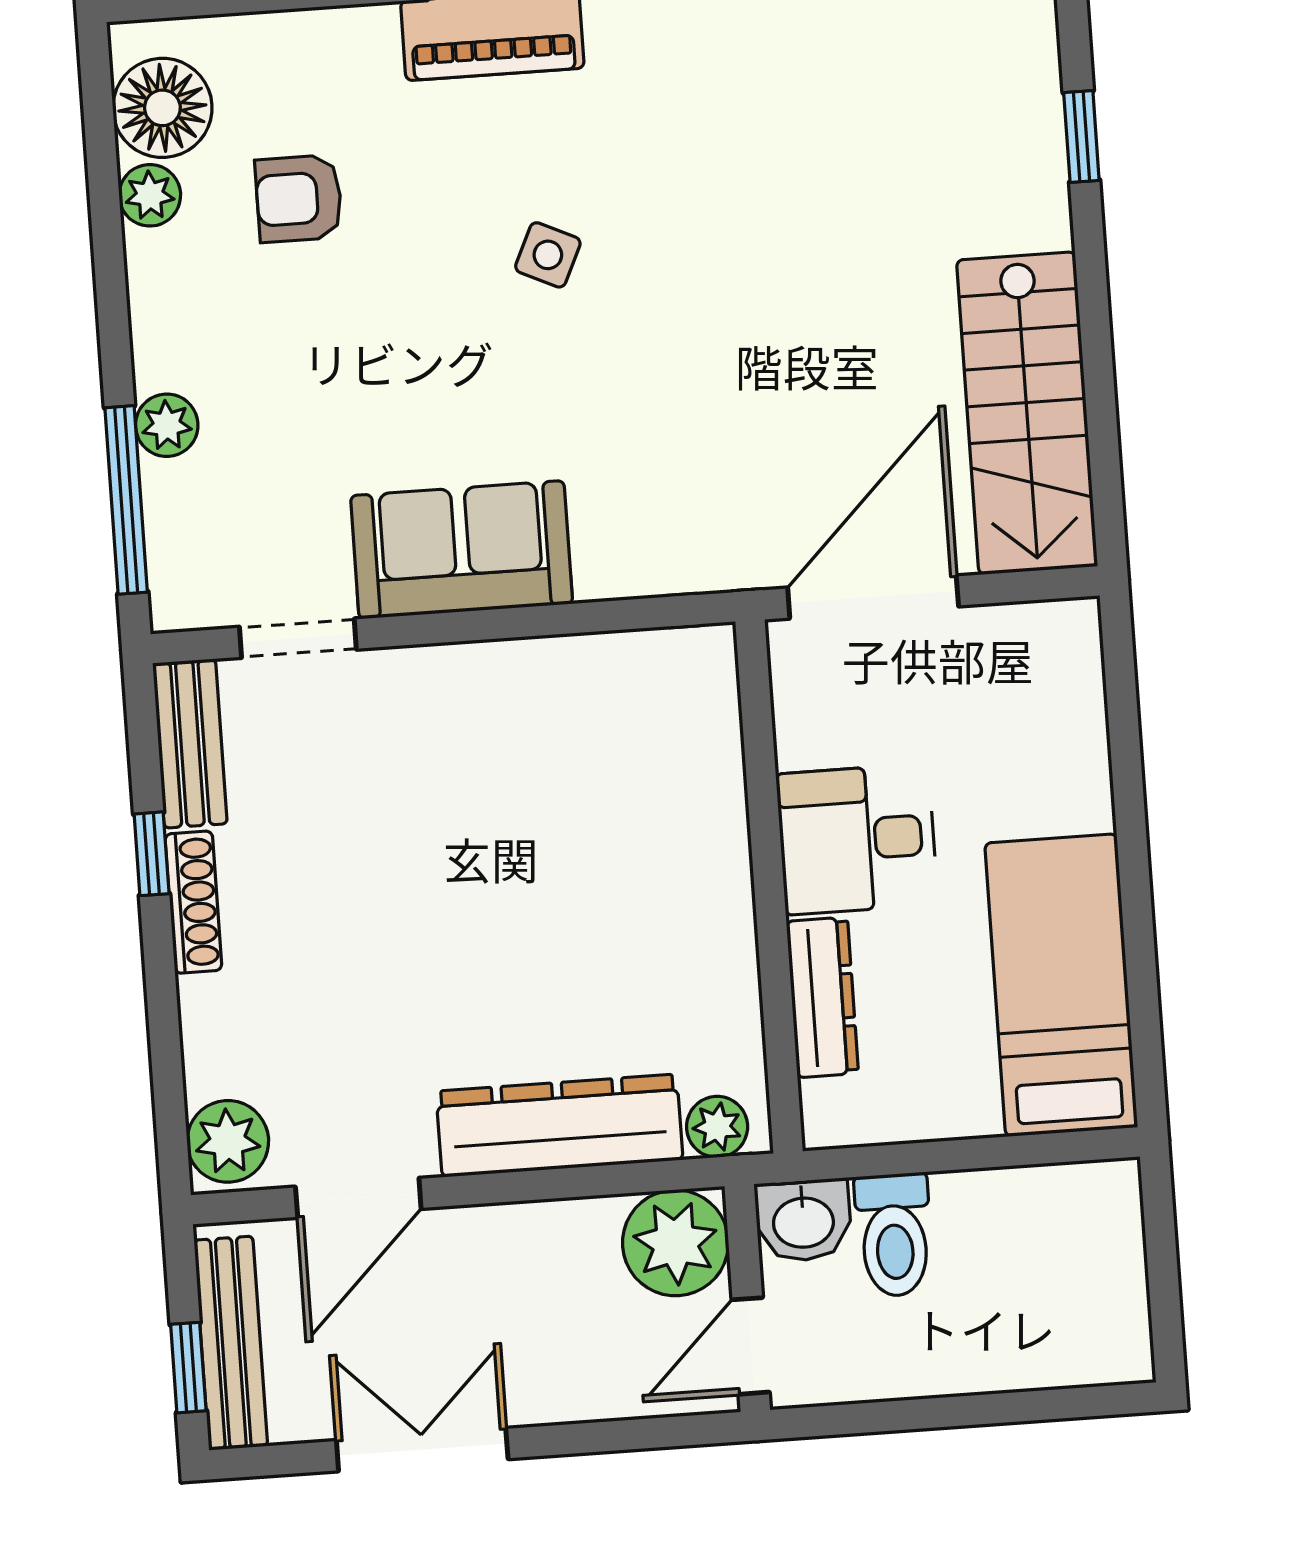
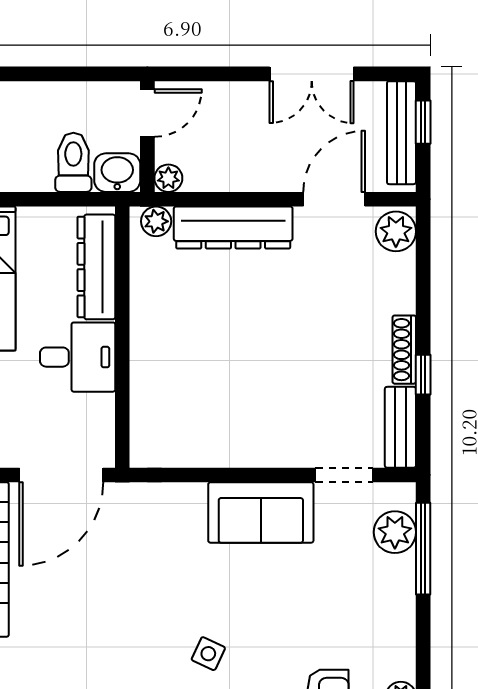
plant: (167, 425) -> (395, 532), moved, width x1.38, depth x1.38
dresser: (822, 997) -> (96, 267), width x1.37, depth x1.24
plant: (676, 1243) -> (168, 178), width x0.53, depth x0.53

